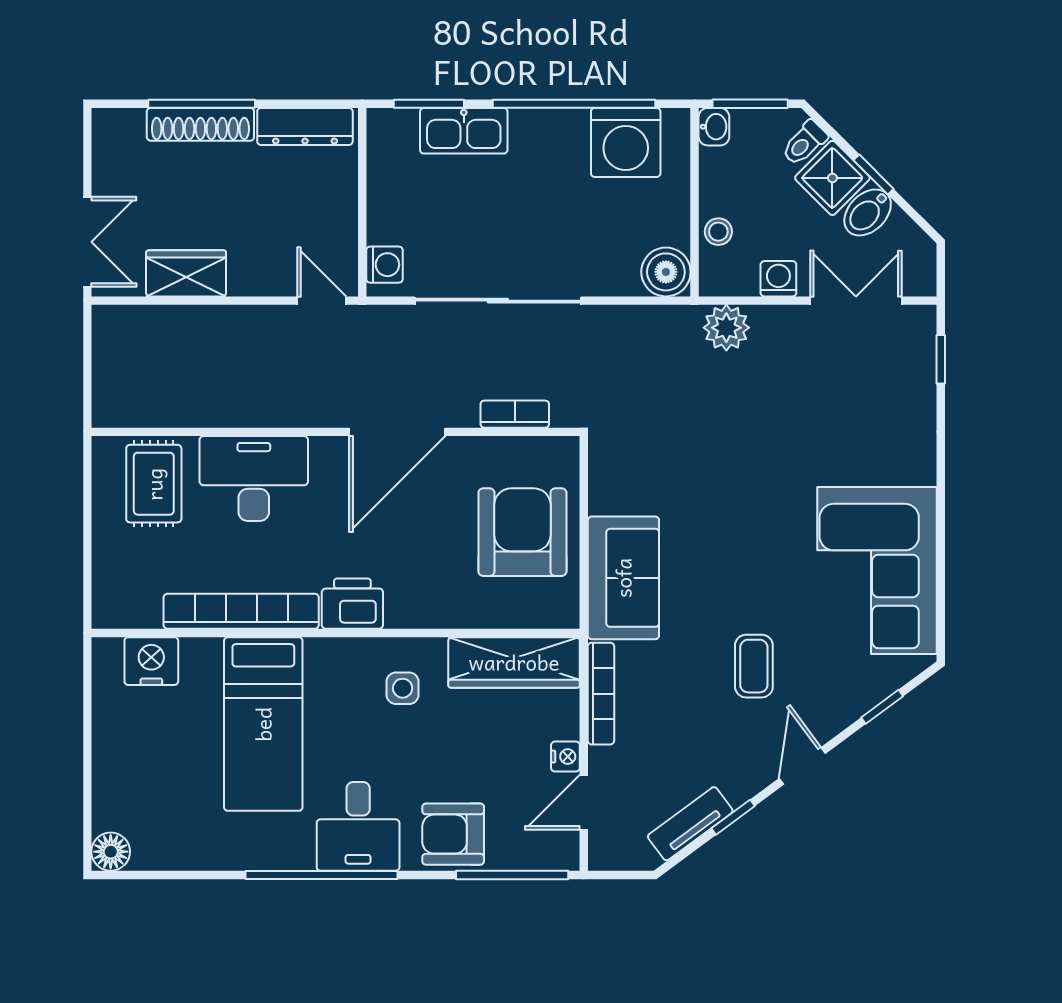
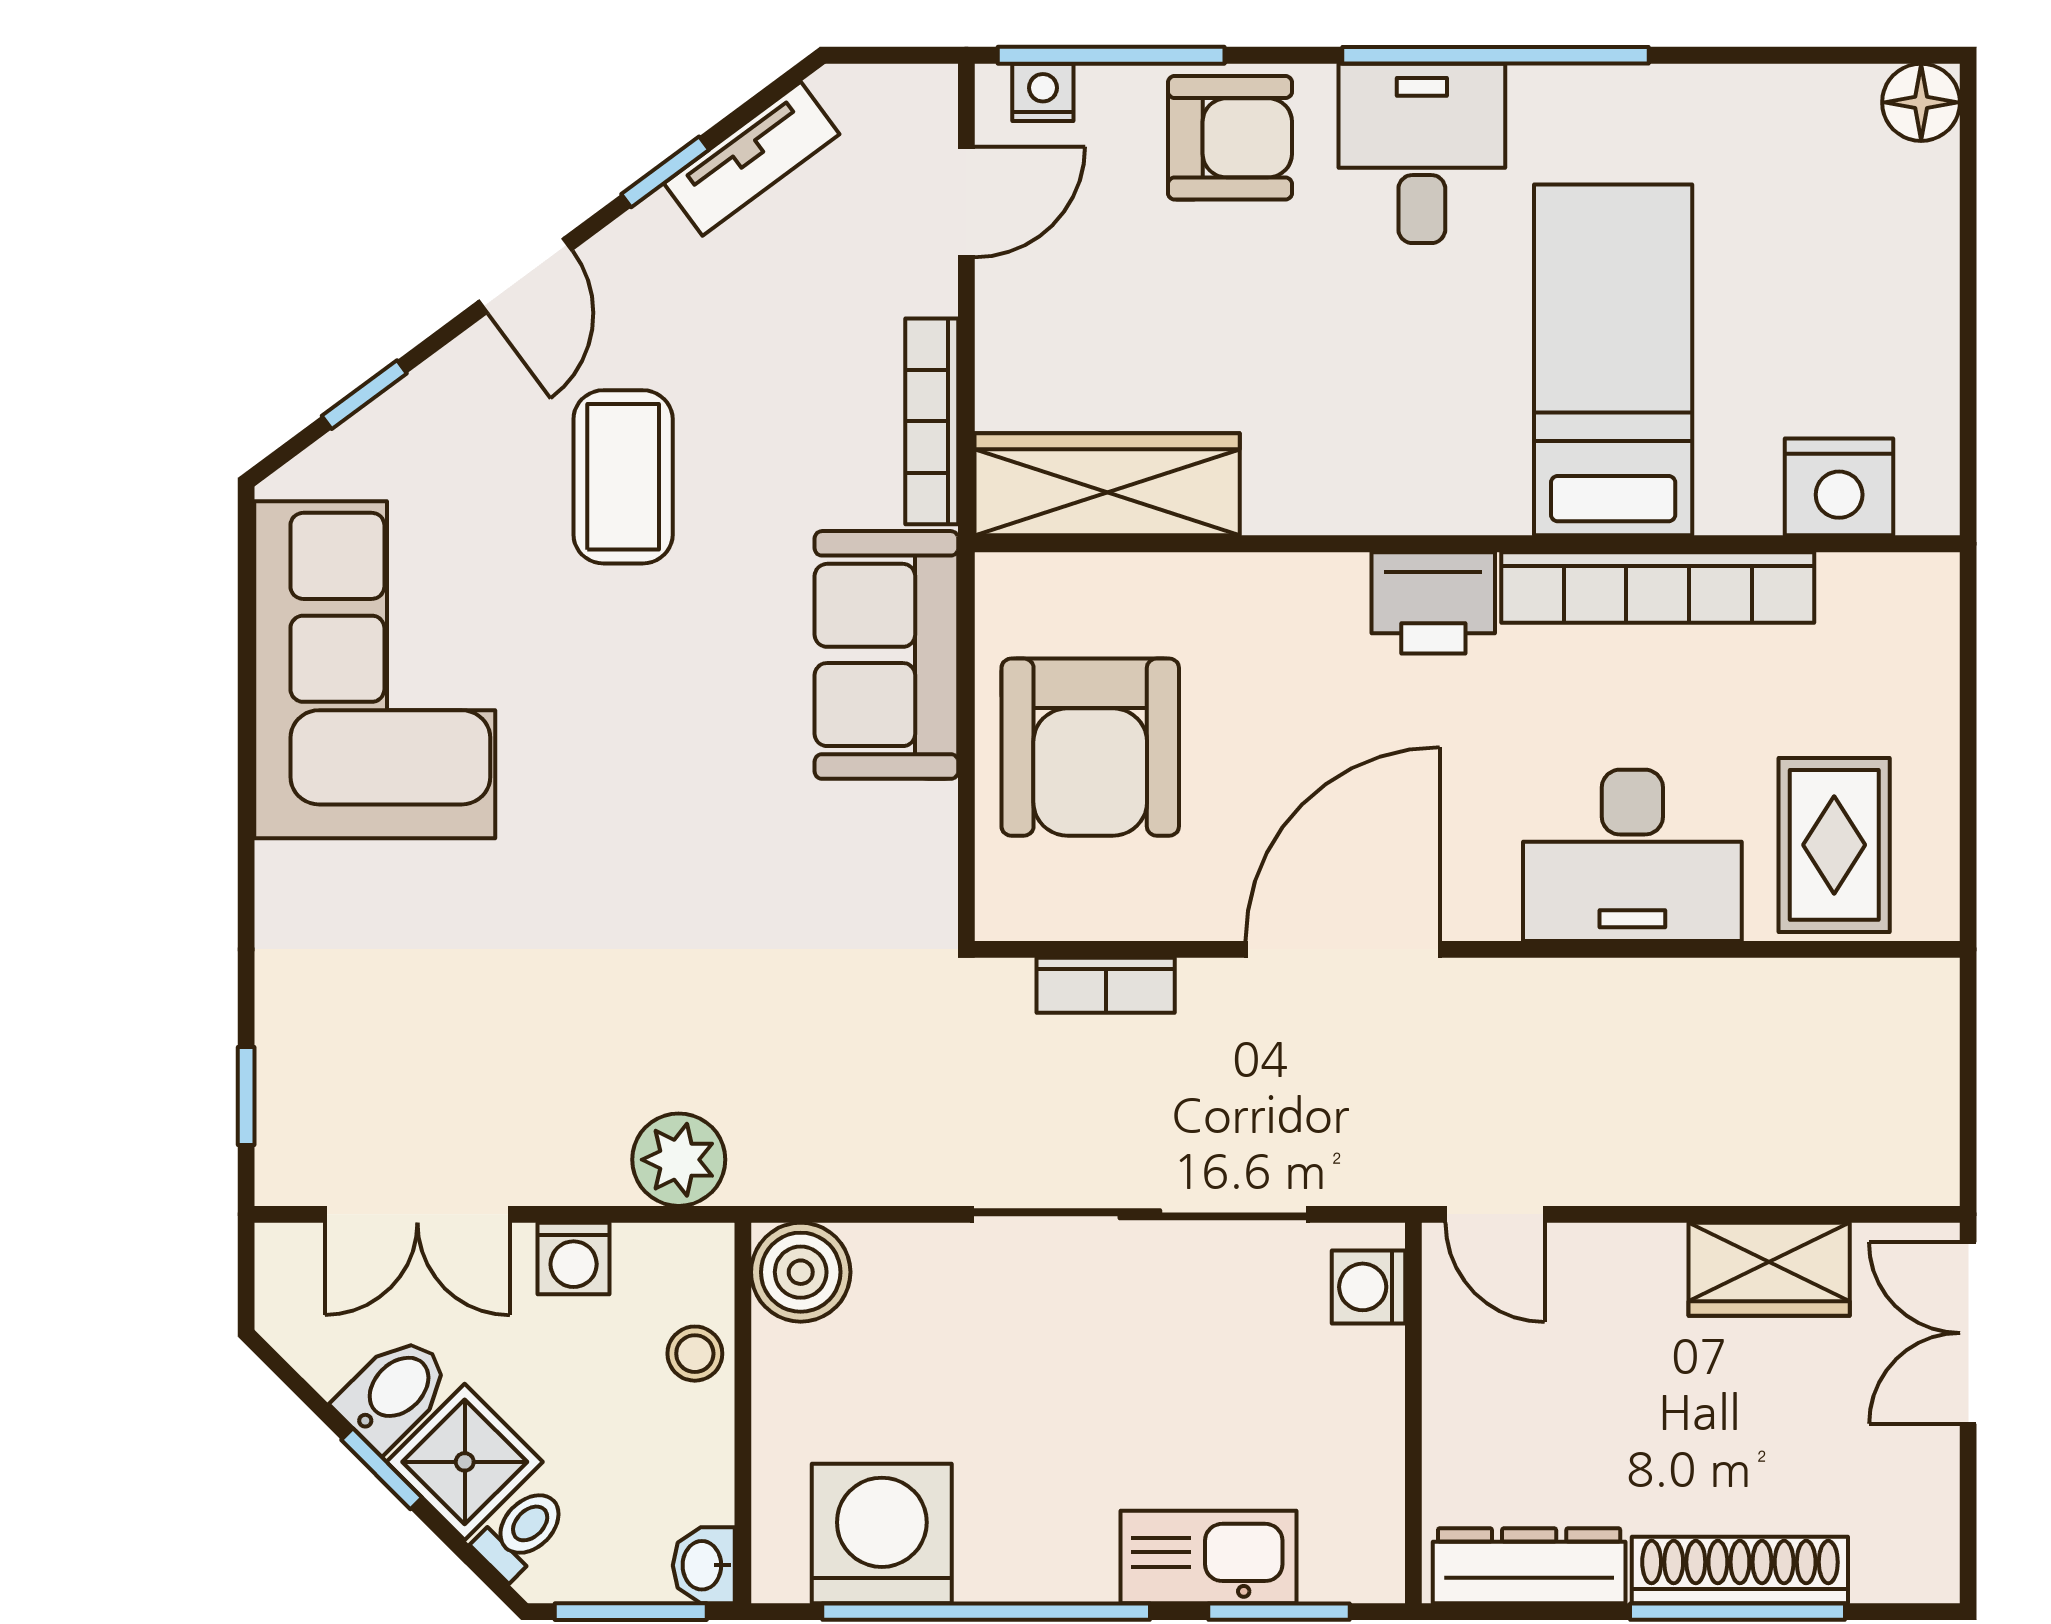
coffee table: (754, 666) -> (623, 477), width x1.36, depth x1.30
side table: (403, 688) -> (1332, 432), removed
nightstand: (565, 757) -> (1043, 92), moved, turned 90

